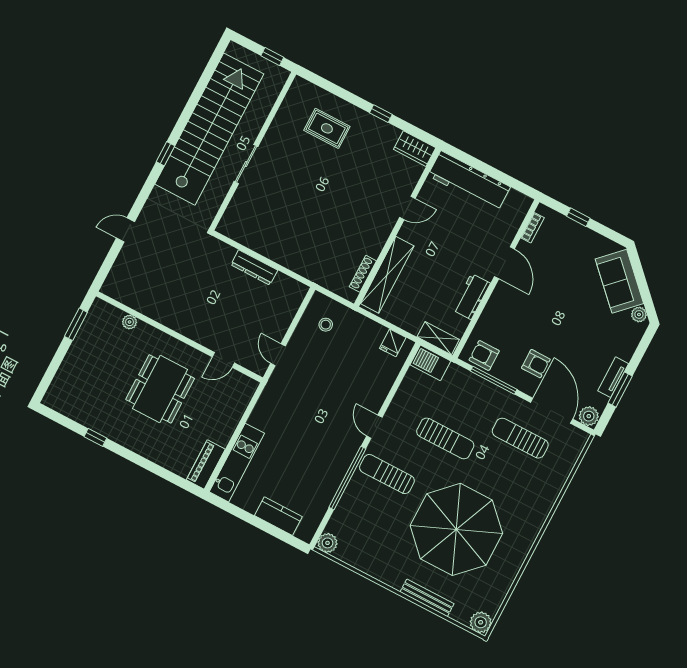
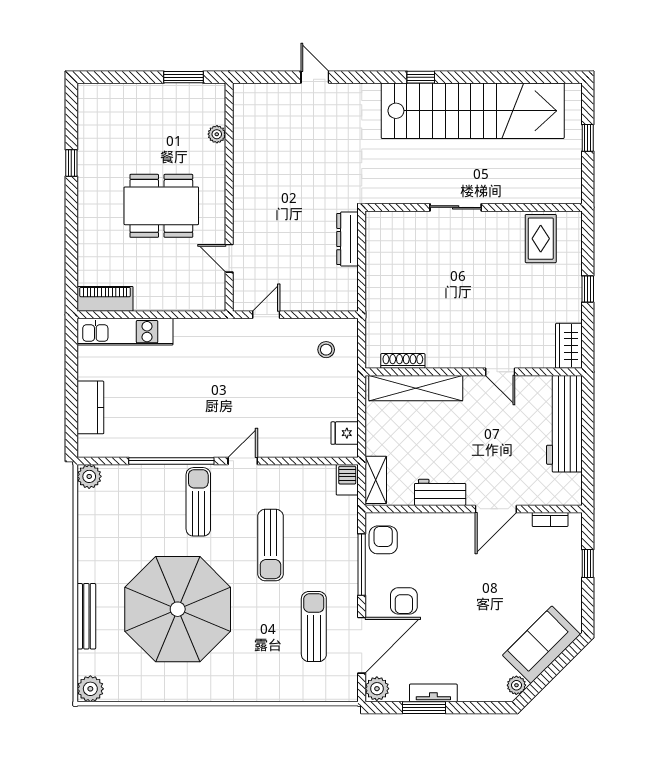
wall: (253, 151) -> (474, 207), moved
sliding door: (246, 164) -> (456, 207), moved
barbecue: (430, 363) -> (347, 480), width x0.73, depth x0.79

